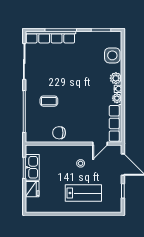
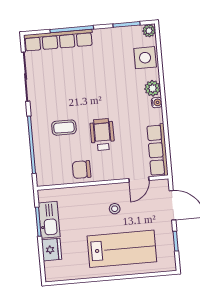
plant: (117, 98) -> (149, 31), moved
wheelchair: (76, 109) -> (102, 135), added
lab bench: (83, 193) -> (122, 249), width x1.36, depth x1.39

